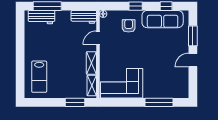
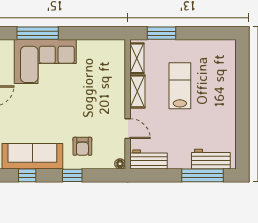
door: (98, 38) -> (128, 129), hinge flipped
lab bench: (39, 77) -> (180, 86), moved
corner sofa: (122, 83) -> (45, 62), moved

